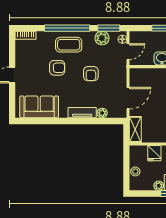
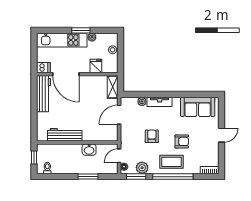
armchair: (57, 68) -> (182, 141), turned 180

